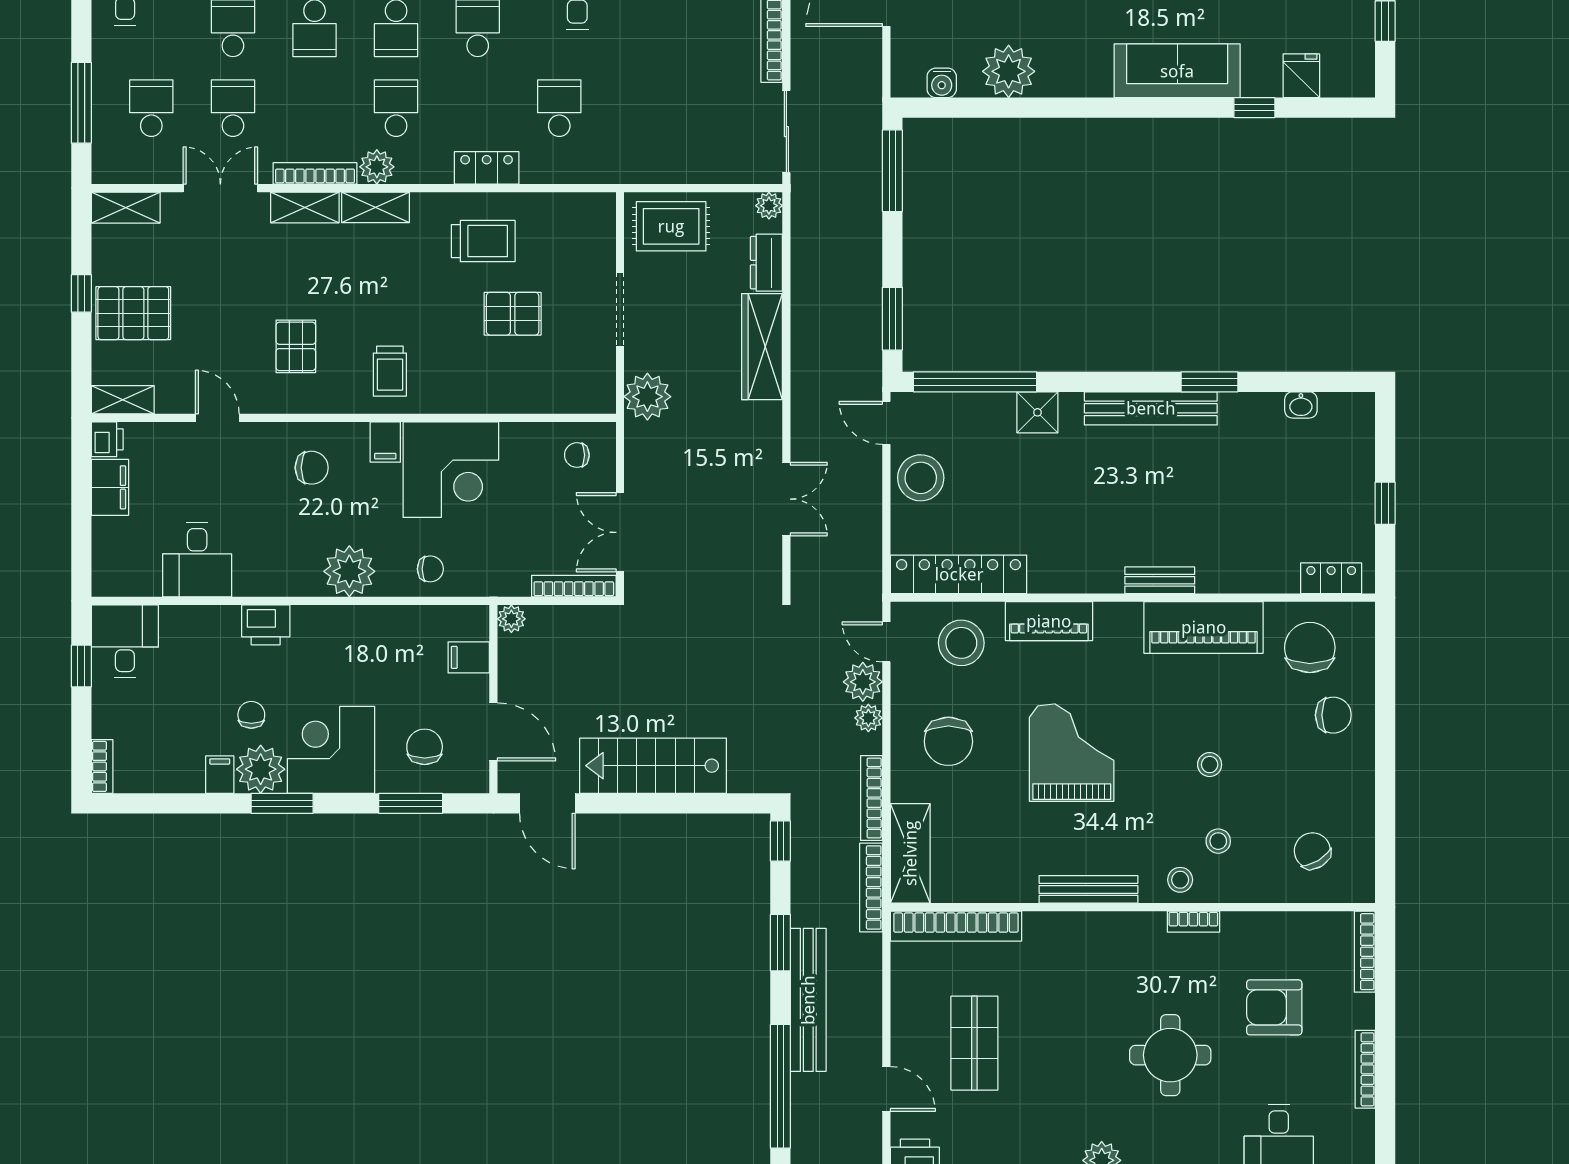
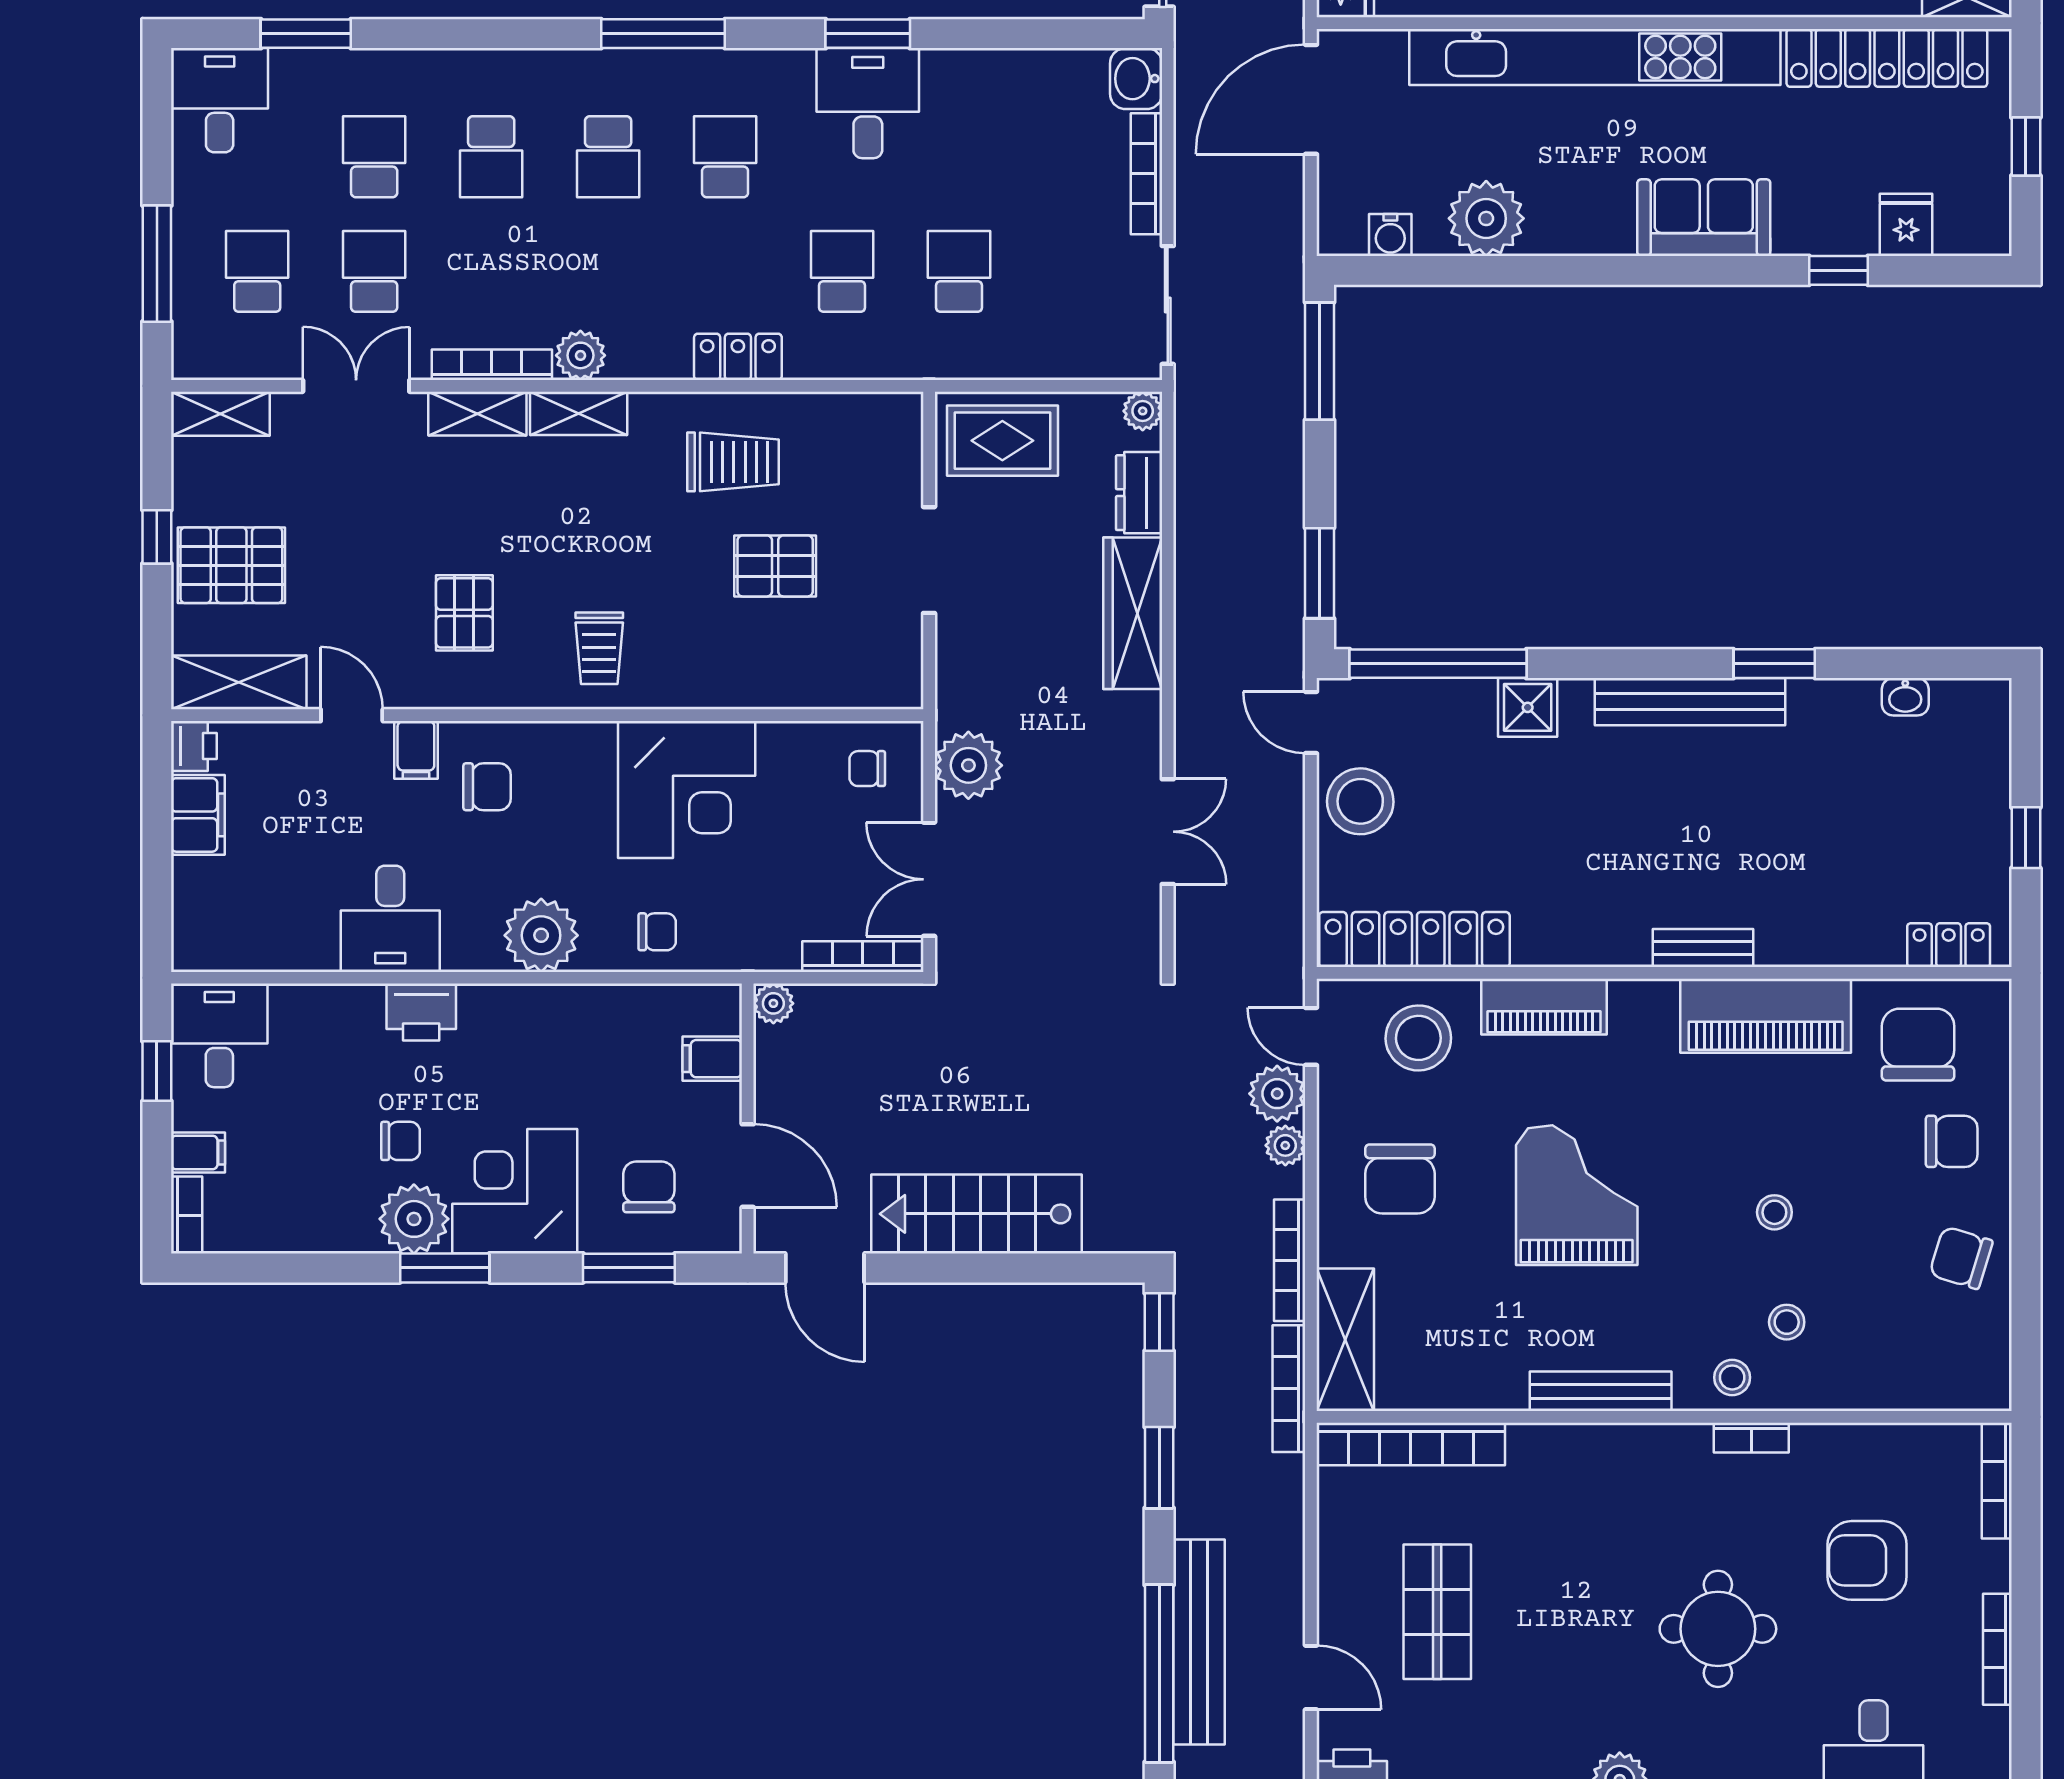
sofa: (1177, 71) -> (1704, 218), width x0.73
school desk: (396, 108) -> (959, 271), moved
plant: (647, 397) -> (968, 765), moved
shelving: (123, 400) -> (239, 682), width x1.50, depth x1.33
filing cabinet: (385, 442) -> (416, 750), moved
desk: (197, 560) -> (390, 919), moved
chair: (251, 715) -> (401, 1141), turned 90
filing cabinet: (220, 775) -> (198, 1152), moved, turned 90
chair: (1312, 851) -> (1961, 1258), moved, turned -42
bench: (808, 1000) -> (1199, 1642), moved

